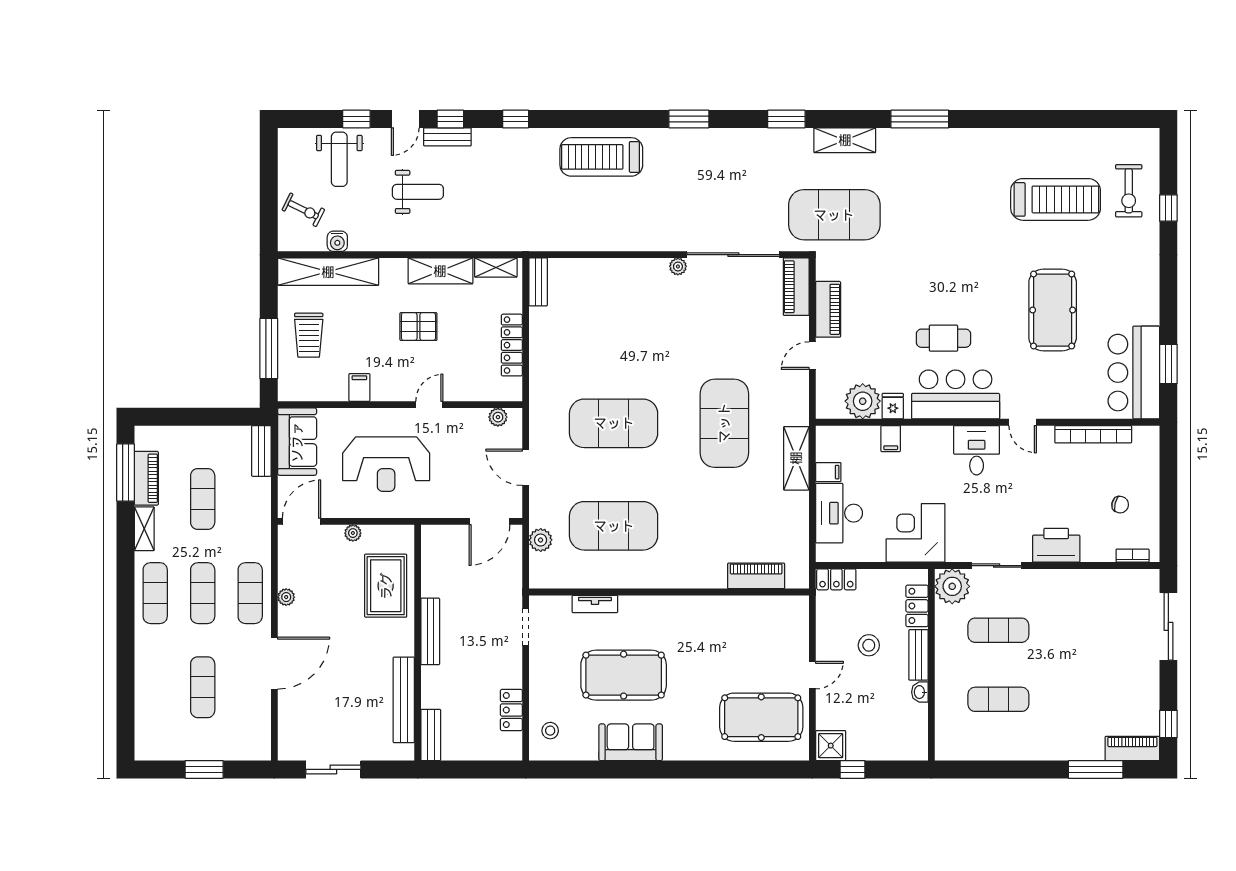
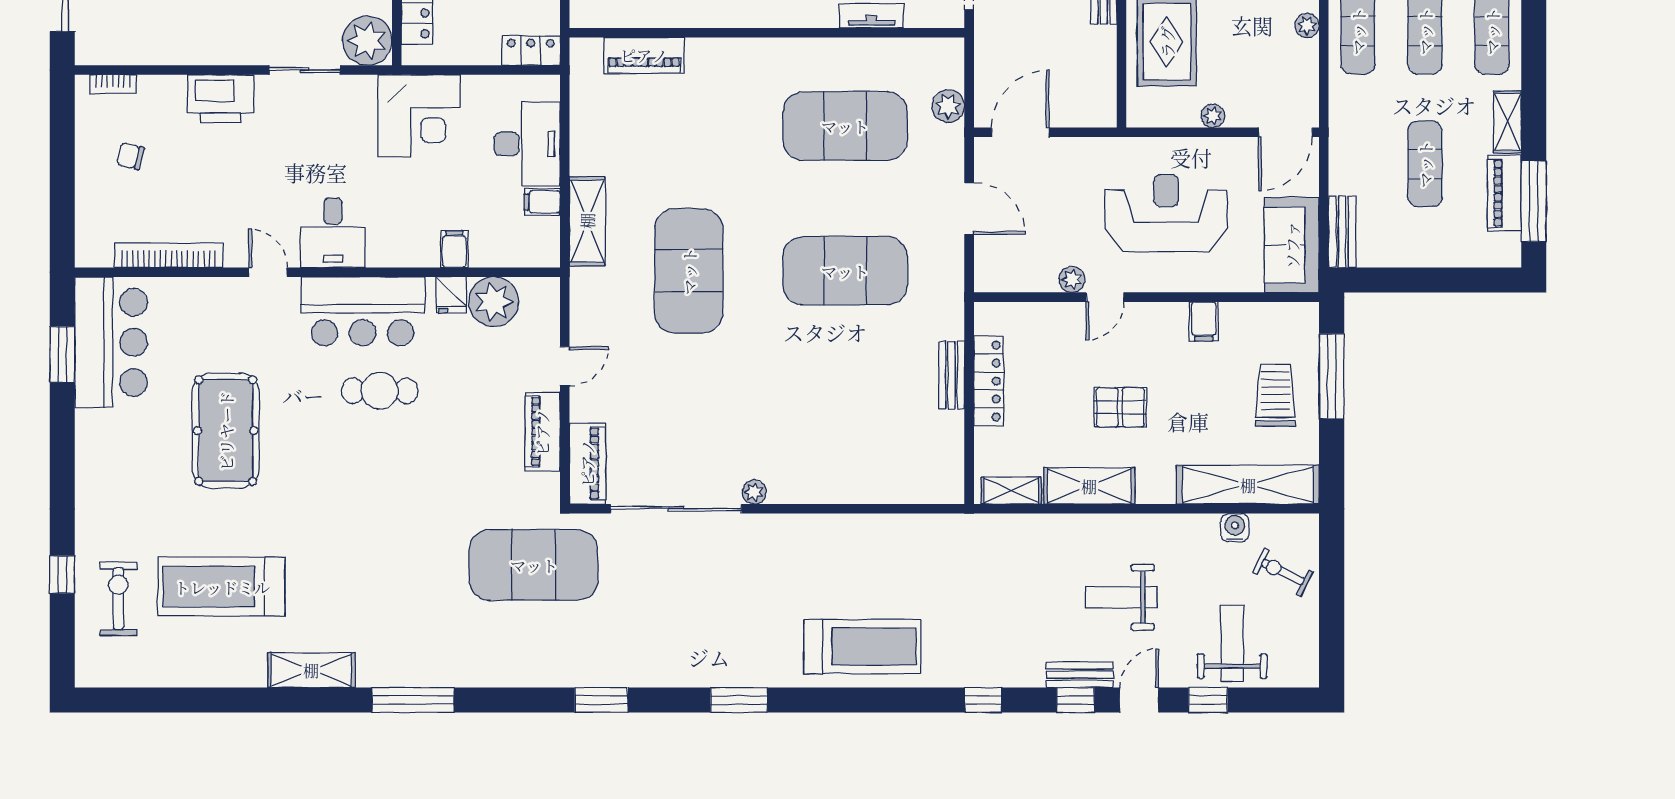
shelving: (845, 140) -> (311, 670), moved
bench: (538, 282) -> (952, 375), moved
plant: (498, 417) -> (1072, 279), moved

